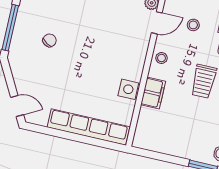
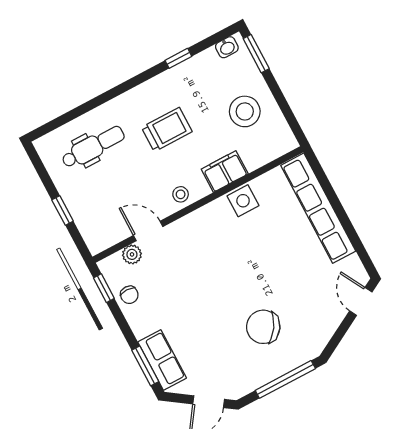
stool: (193, 25) -> (245, 111), moved, width x1.89, depth x1.89
chair: (50, 40) -> (263, 327), width x1.87, depth x1.87

